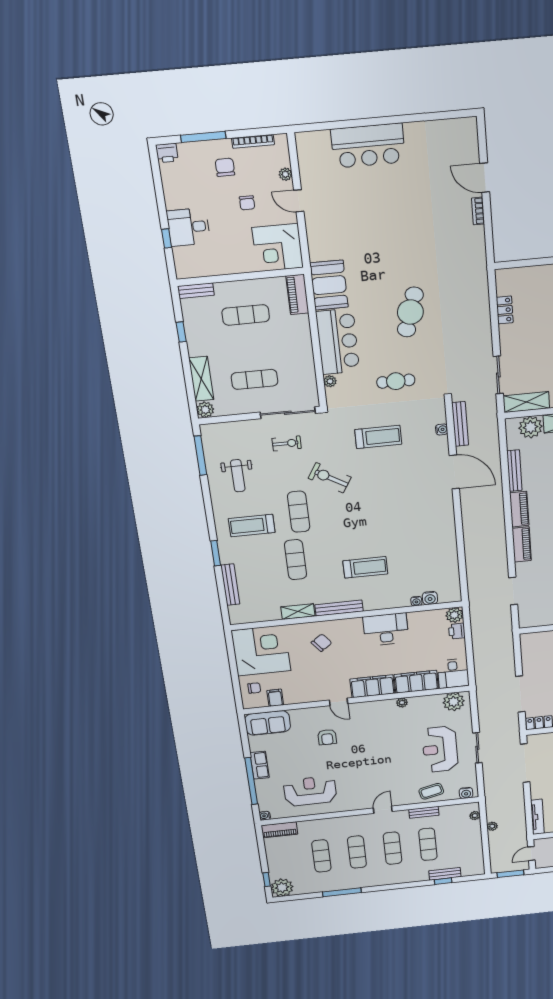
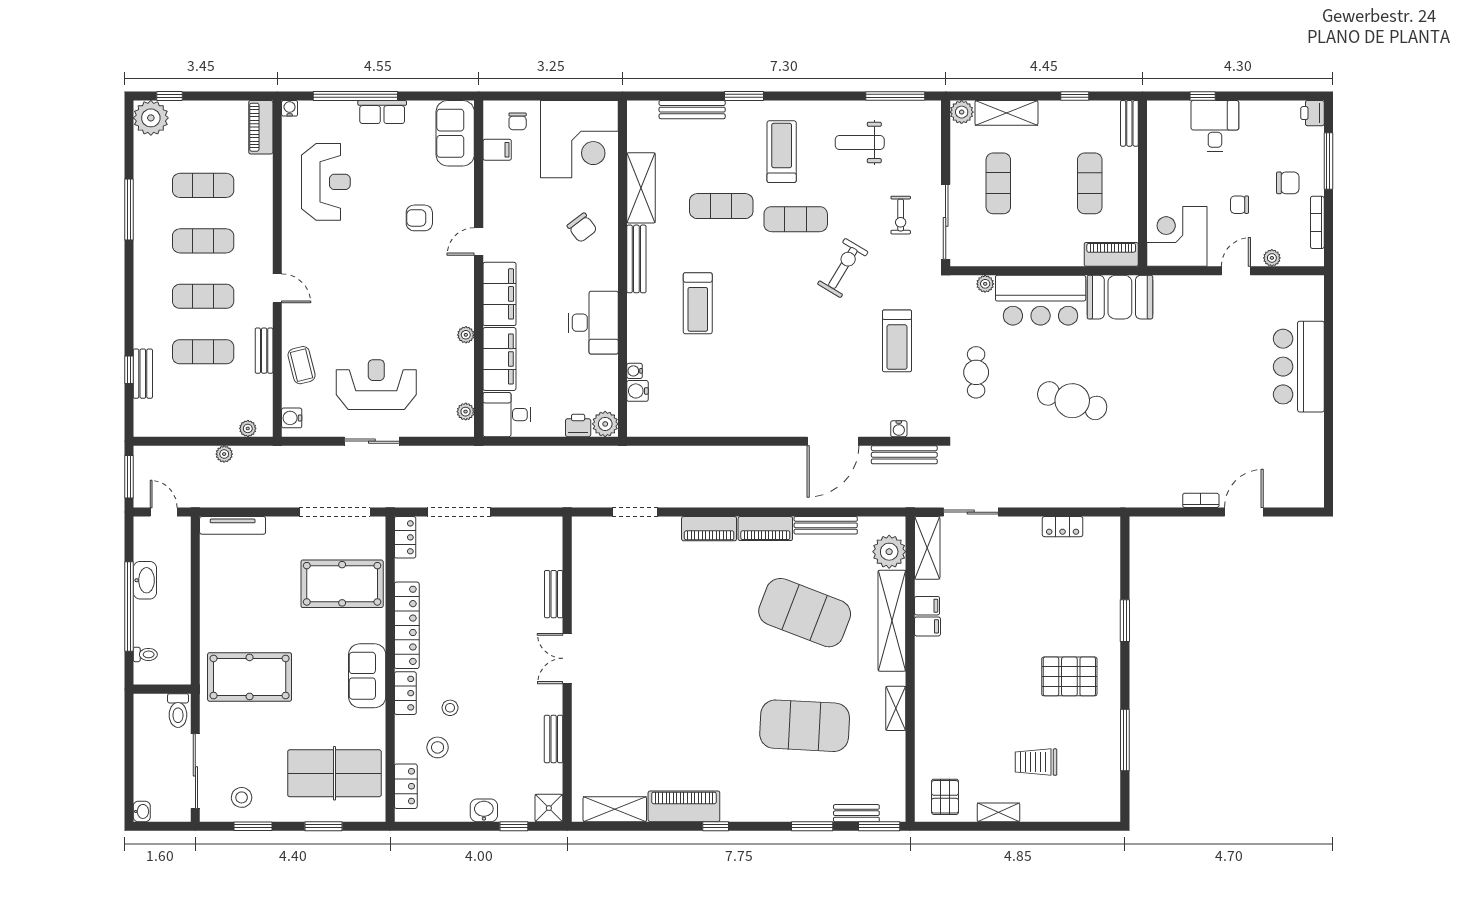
shelving: (298, 612) -> (641, 188), width x1.50, depth x1.33
plant: (454, 702) -> (466, 412), width x0.53, depth x0.53

